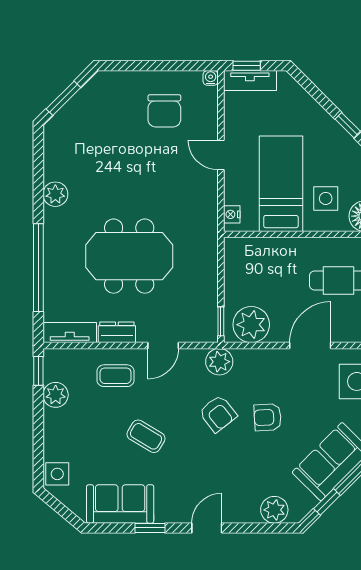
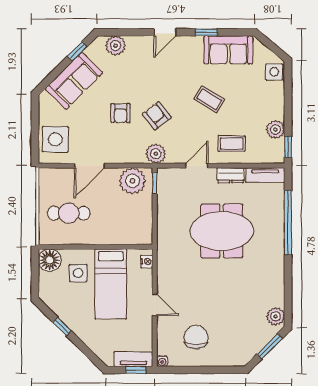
plant: (55, 194) -> (276, 316), moved
armchair: (268, 417) -> (120, 113), turned 93

